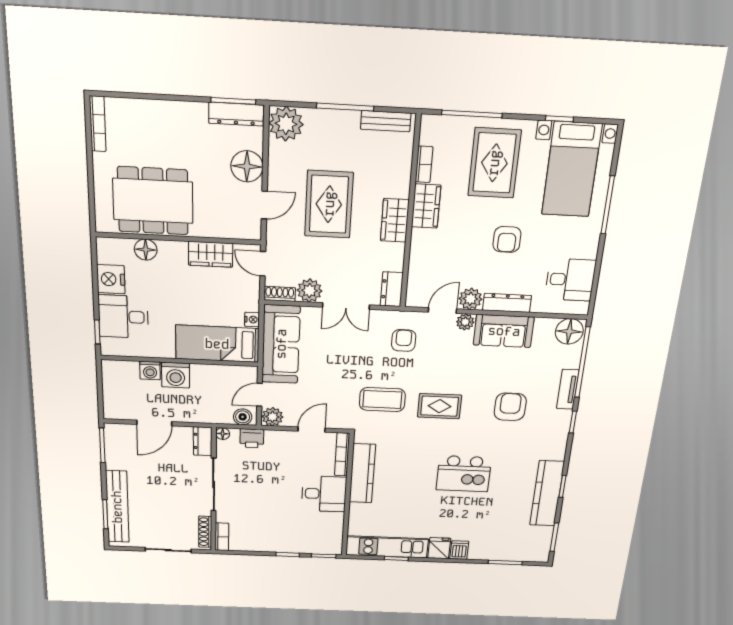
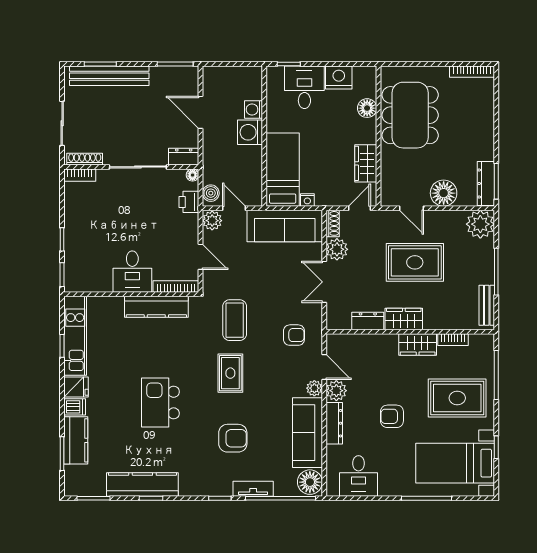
dresser: (392, 289) -> (368, 321), moved
sofa: (504, 331) -> (307, 433), width x1.36
kitchen counter: (493, 550) -> (76, 440), added

